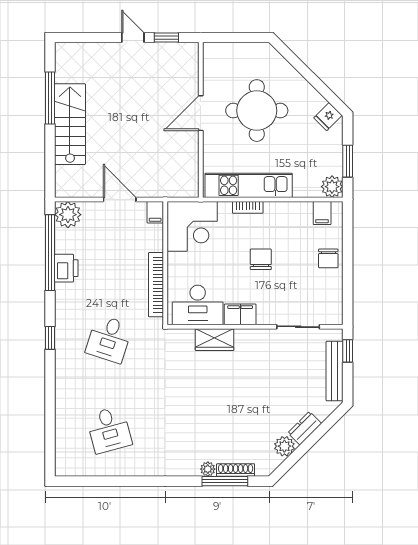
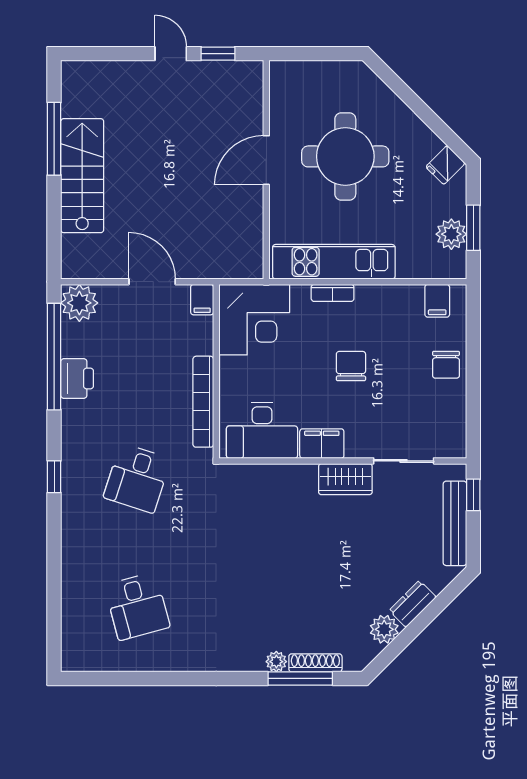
plant: (332, 187) -> (451, 234), moved
wardrobe: (215, 340) -> (345, 479), moved

